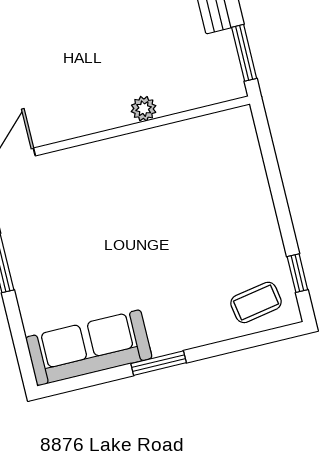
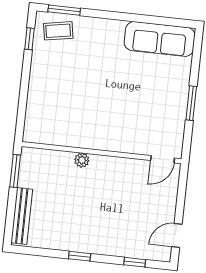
window: (159, 363) -> (64, 10), moved

